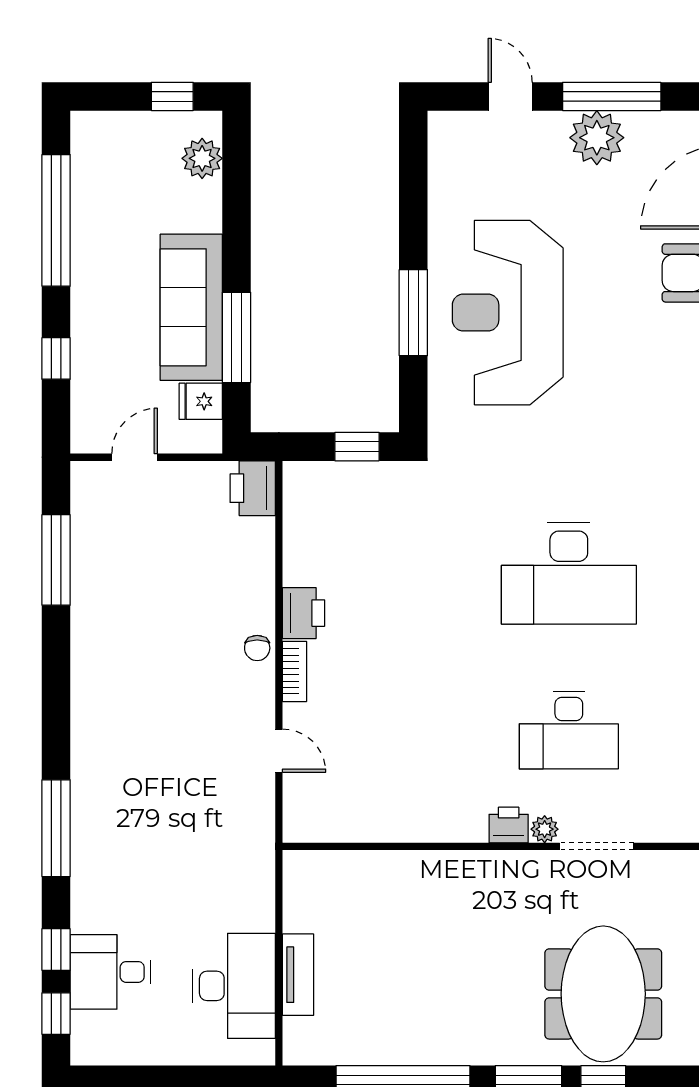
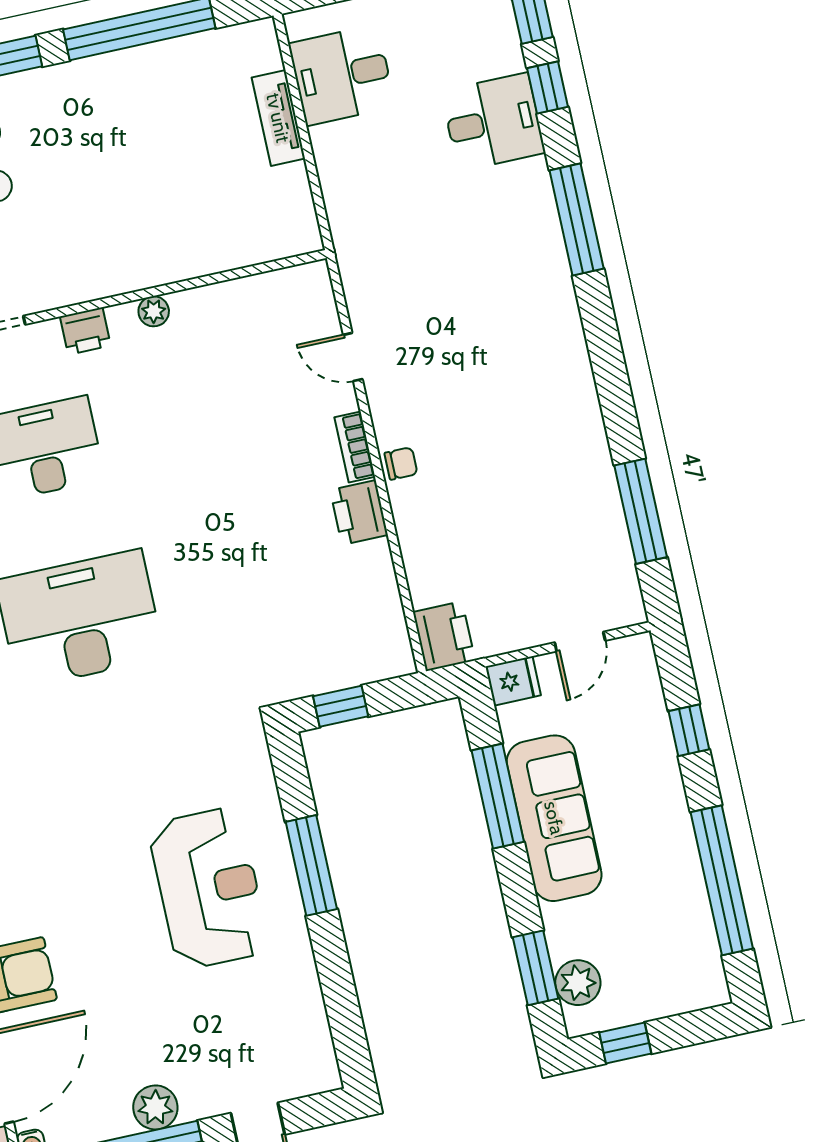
plant: (597, 138) -> (155, 1107), width x0.73, depth x0.73
window: (236, 180) -> (535, 968), added
reception desk: (508, 313) -> (209, 888), width x0.74, depth x0.77
fridge: (201, 401) -> (513, 681), moved
chair: (257, 648) -> (401, 463), turned 90
plant: (545, 829) -> (154, 311), moved
desk: (110, 972) -> (493, 122), moved
desk: (234, 986) -> (342, 75), width x0.73

